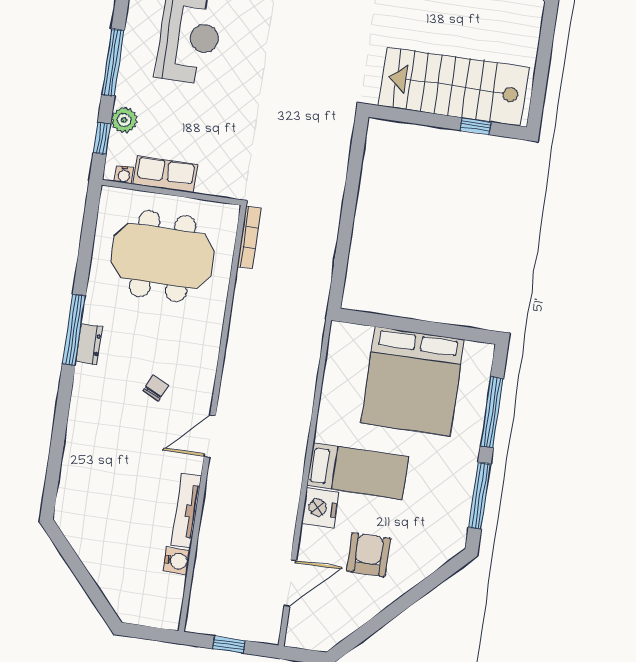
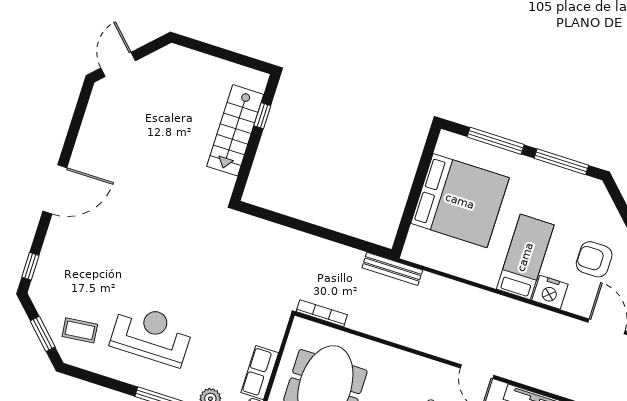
stairs: (454, 86) -> (235, 130), width x0.73, depth x0.66
bench: (317, 313) -> (392, 269), added

